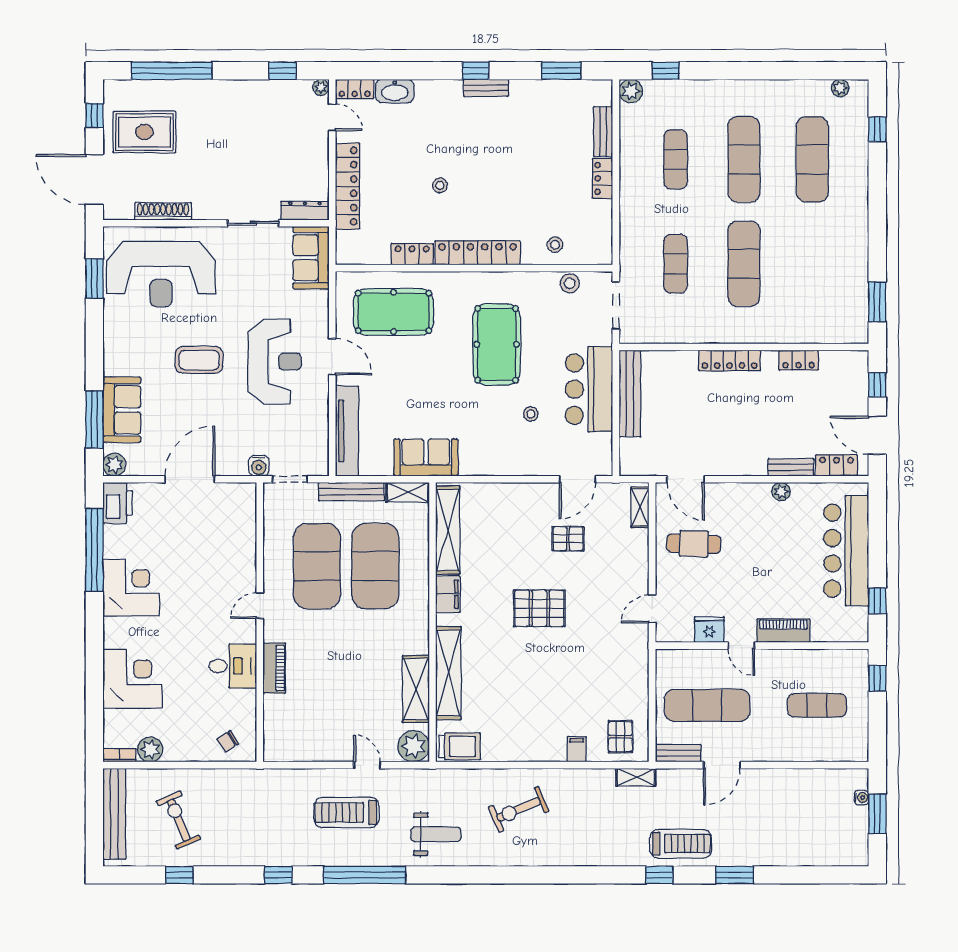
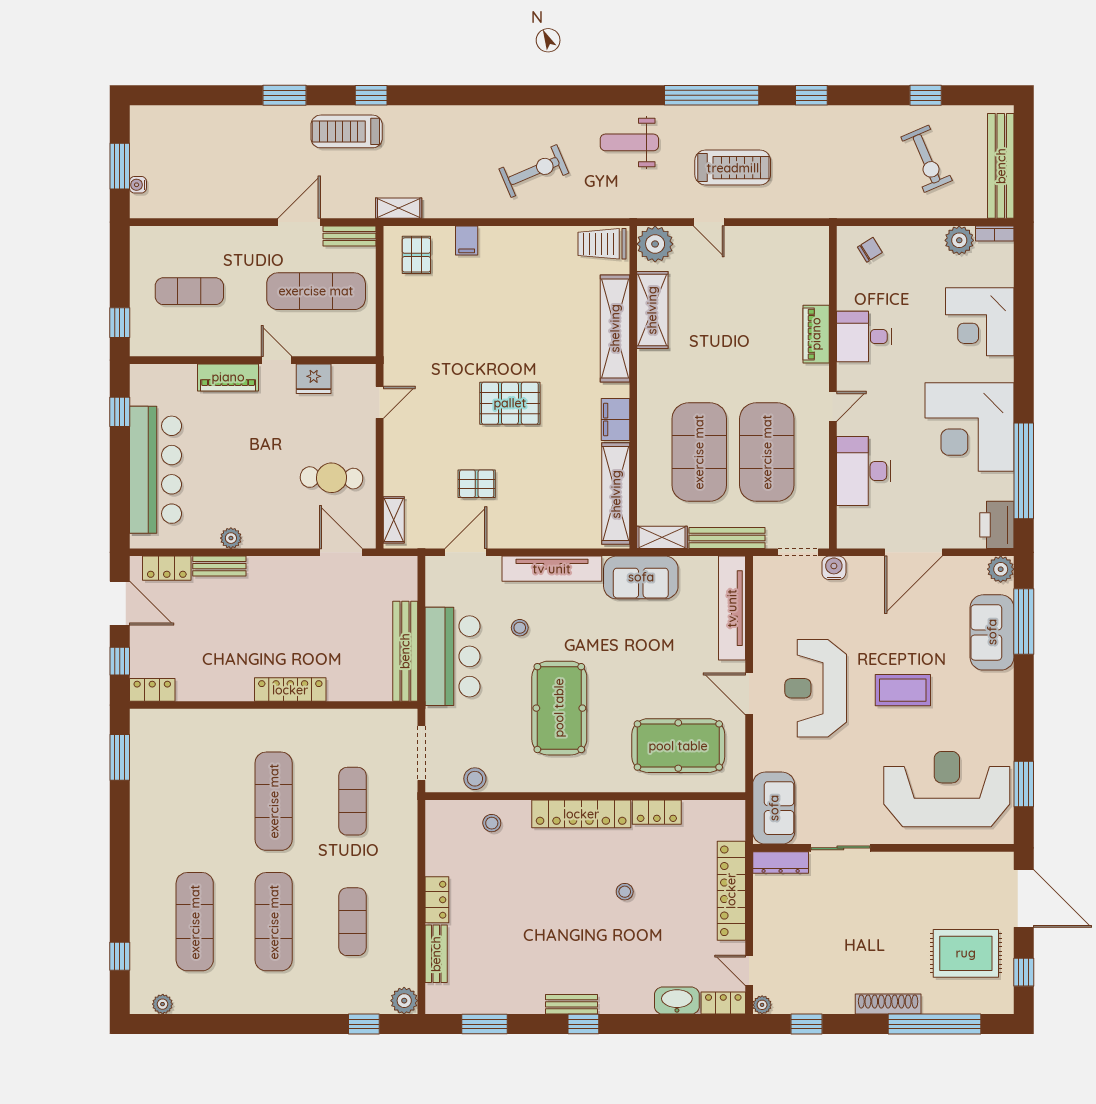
shoe rack: (163, 211) -> (888, 1004), moved, turned 180
locker: (799, 360) -> (152, 690), moved
tv unit: (503, 465) -> (552, 569), added
desk: (233, 550) -> (864, 471), added
corner desk: (131, 588) -> (969, 427), width x1.36, depth x1.36

